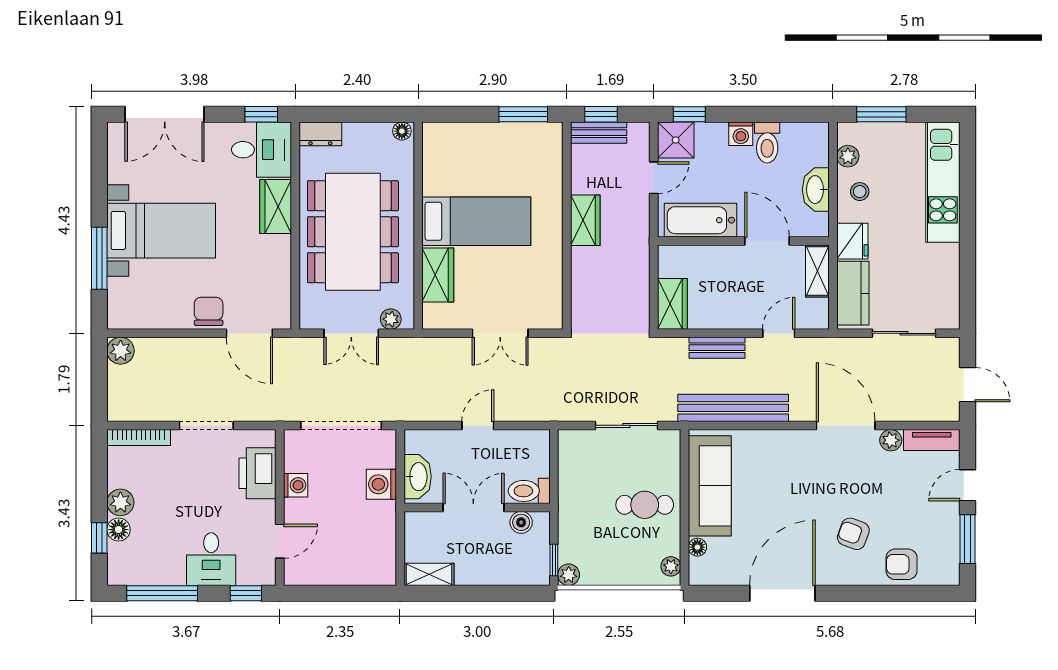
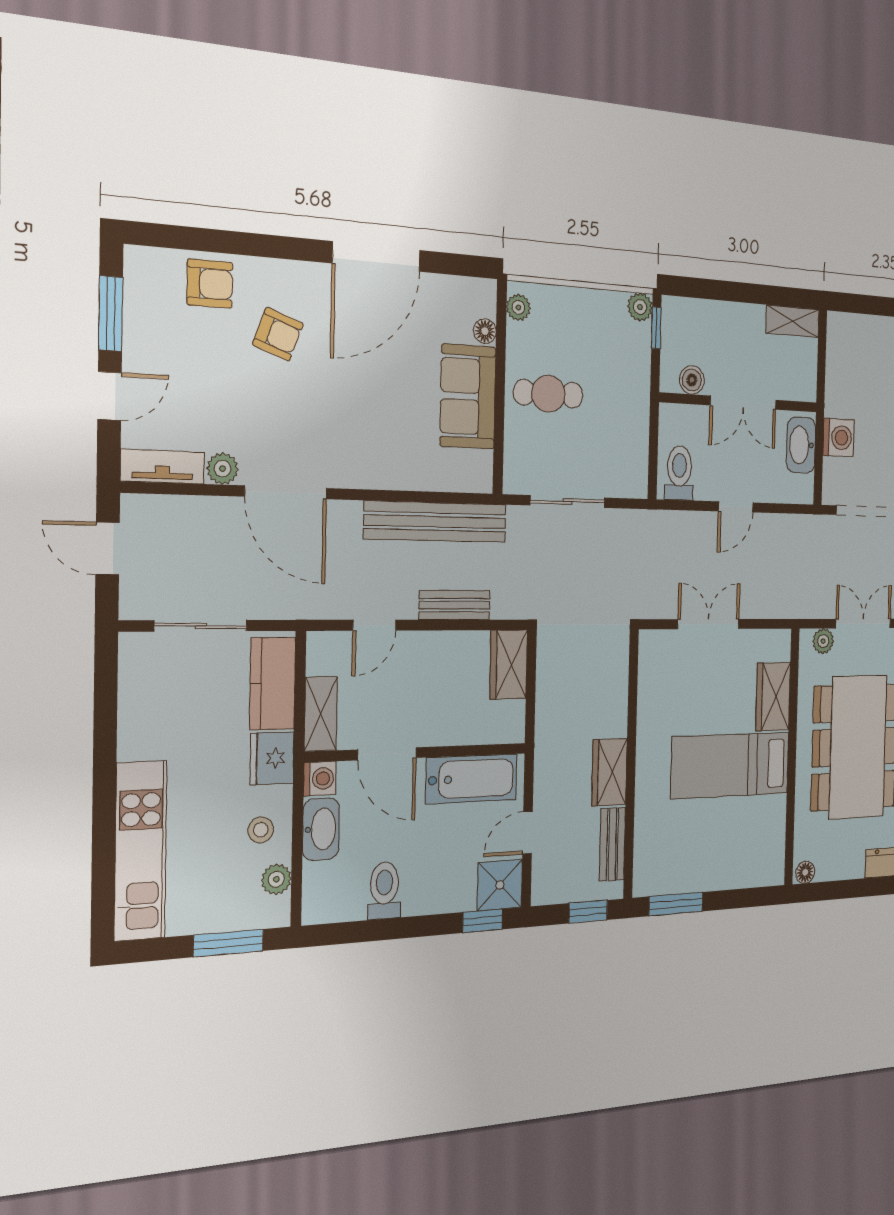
bench: (599, 133) -> (612, 844), moved, turned 90
washing machine: (741, 134) -> (320, 779), moved, turned 90
sofa: (710, 486) -> (468, 396), width x0.73
toilet: (529, 491) -> (679, 473), moved, turned -90

